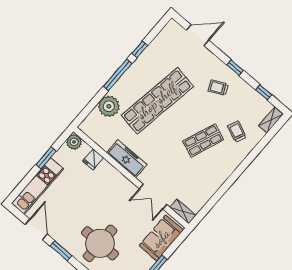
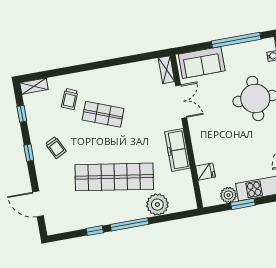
plant: (74, 142) -> (228, 195), moved

